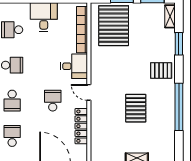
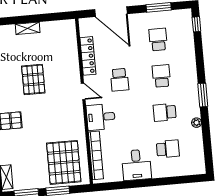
school desk: (12, 136) -> (158, 39), turned 180

